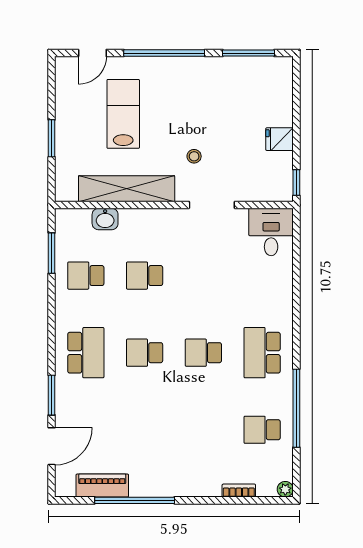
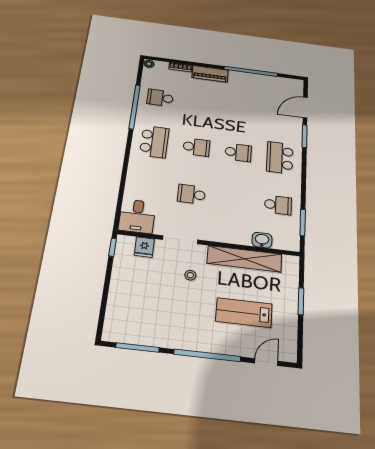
lab bench: (123, 114) -> (244, 313), turned 90
fridge: (280, 139) -> (144, 247), moved, turned 90
school desk: (145, 276) -> (191, 194), moved, turned 180
school desk: (262, 430) -> (160, 98), turned 180
piano: (102, 486) -> (210, 74), moved

